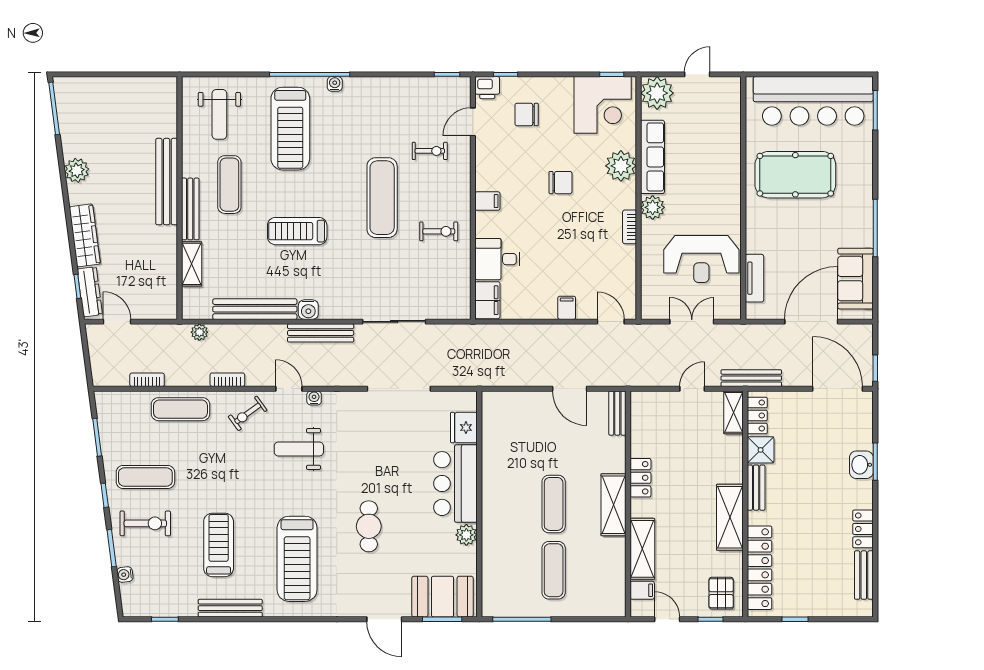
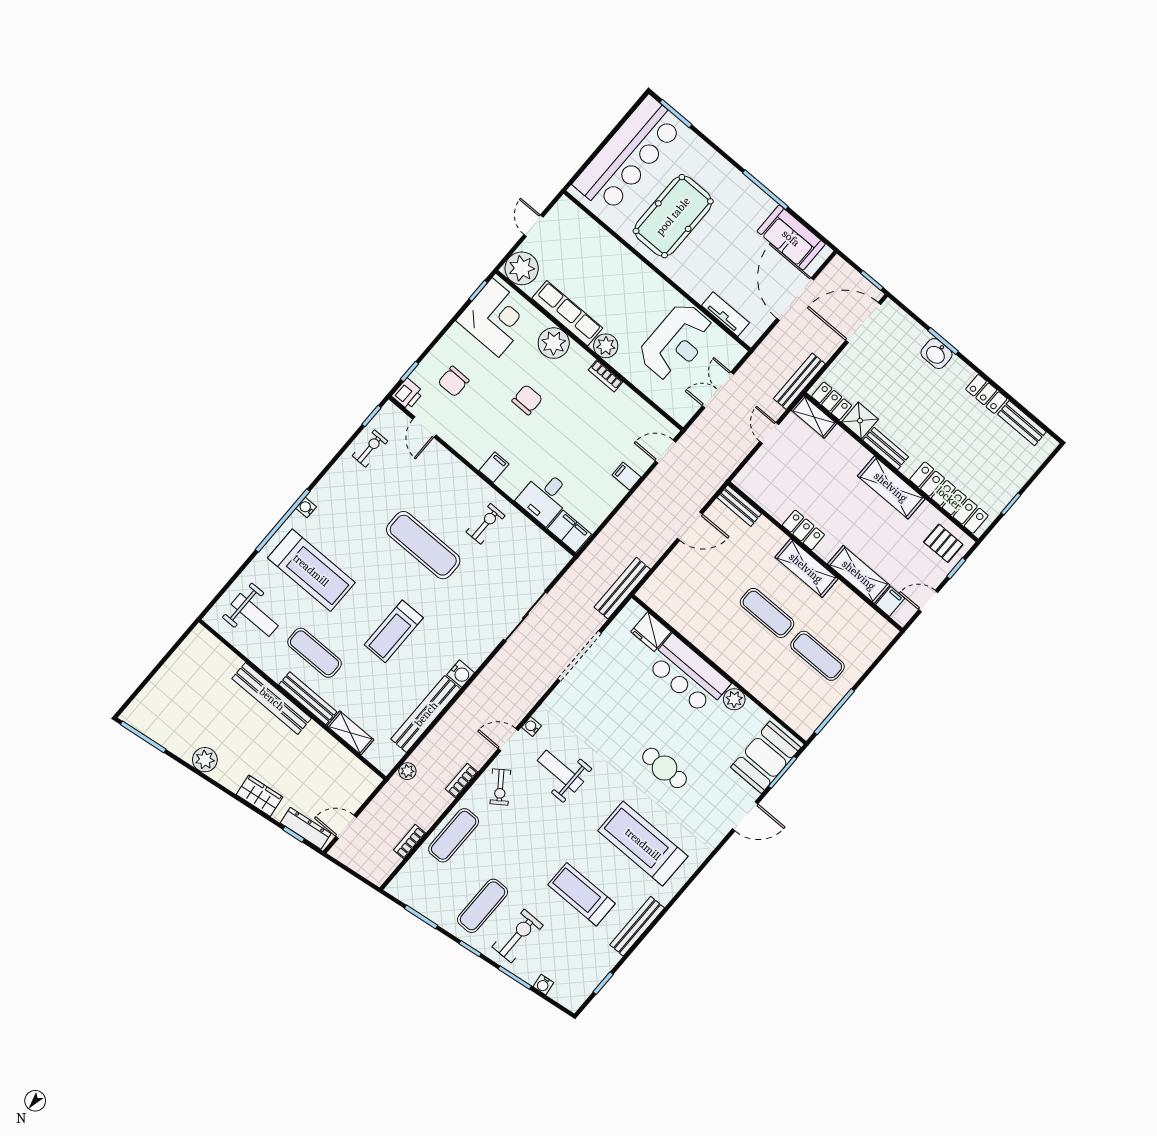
exercise bike: (430, 151) -> (370, 448), moved
wardrobe: (85, 235) -> (260, 796), width x0.67
bench: (321, 333) -> (622, 588), moved
weight bench: (299, 449) -> (560, 771), turned 90
treadmill: (297, 559) -> (643, 844), turned 180

